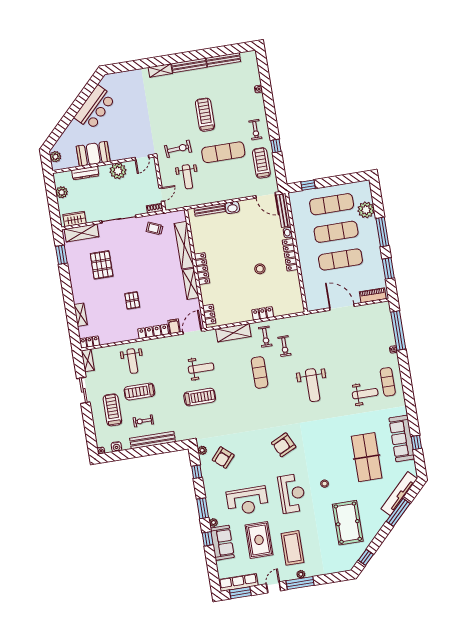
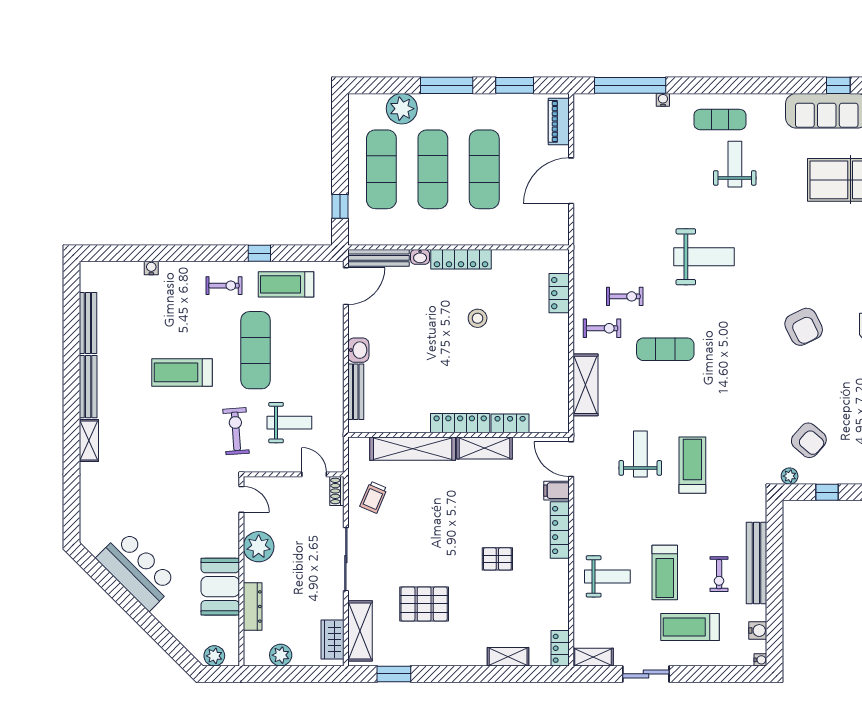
locker: (263, 313) -> (559, 293), moved
locker: (209, 314) -> (510, 423), moved

